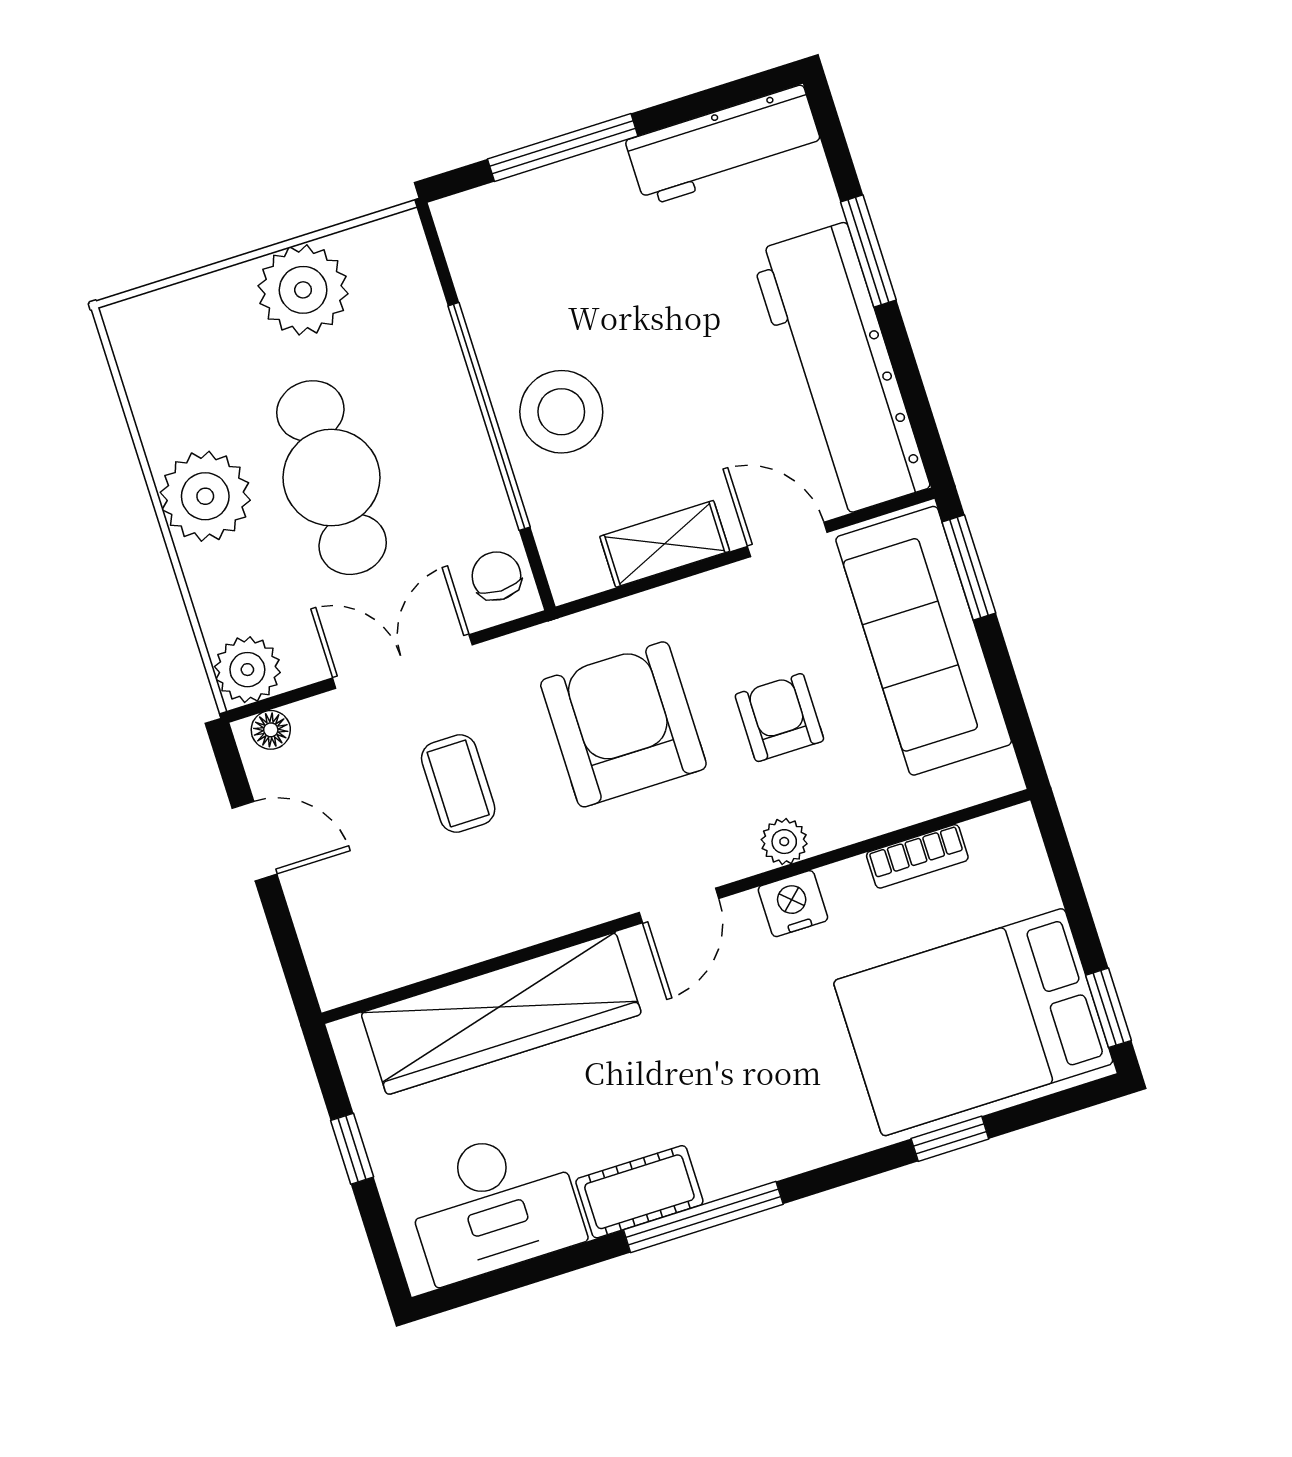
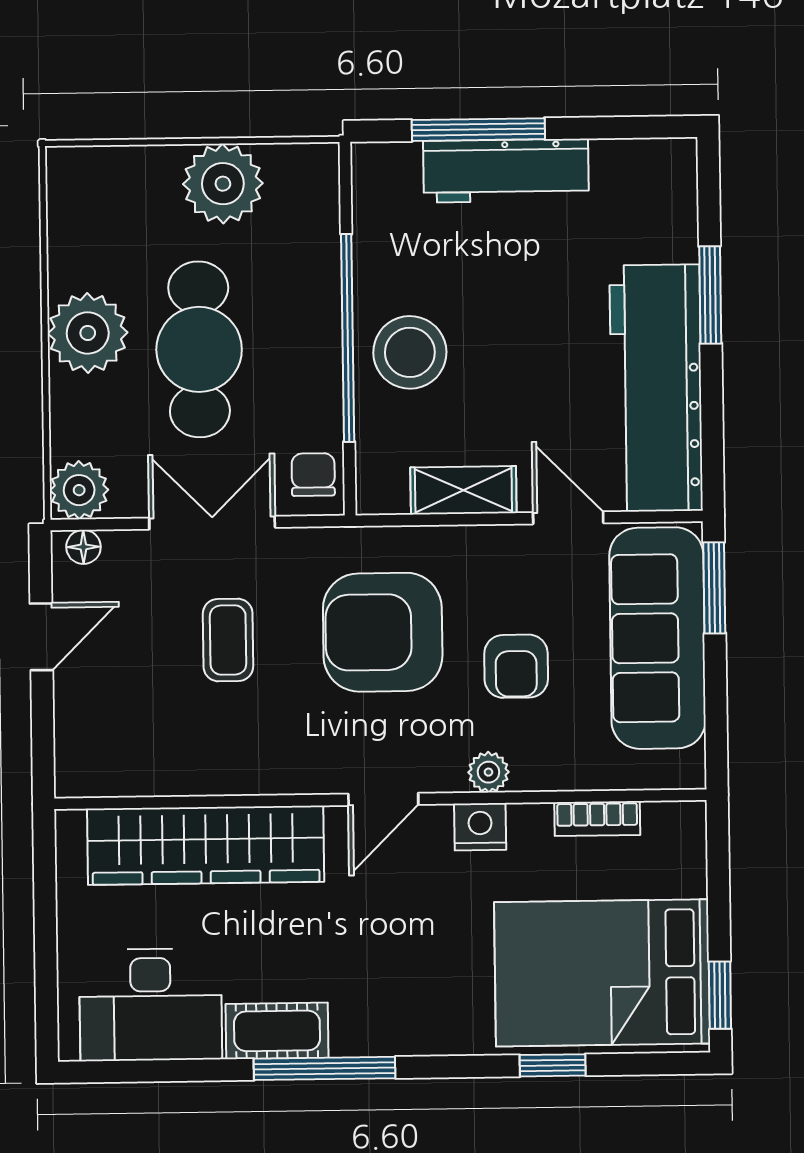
workbench: (724, 146) -> (506, 171), moved
armchair: (779, 718) -> (516, 666), turned 180
armchair: (623, 724) -> (383, 632), turned -90
door: (254, 841) -> (41, 637), hinge flipped
window: (352, 1149) -> (45, 921), removed

